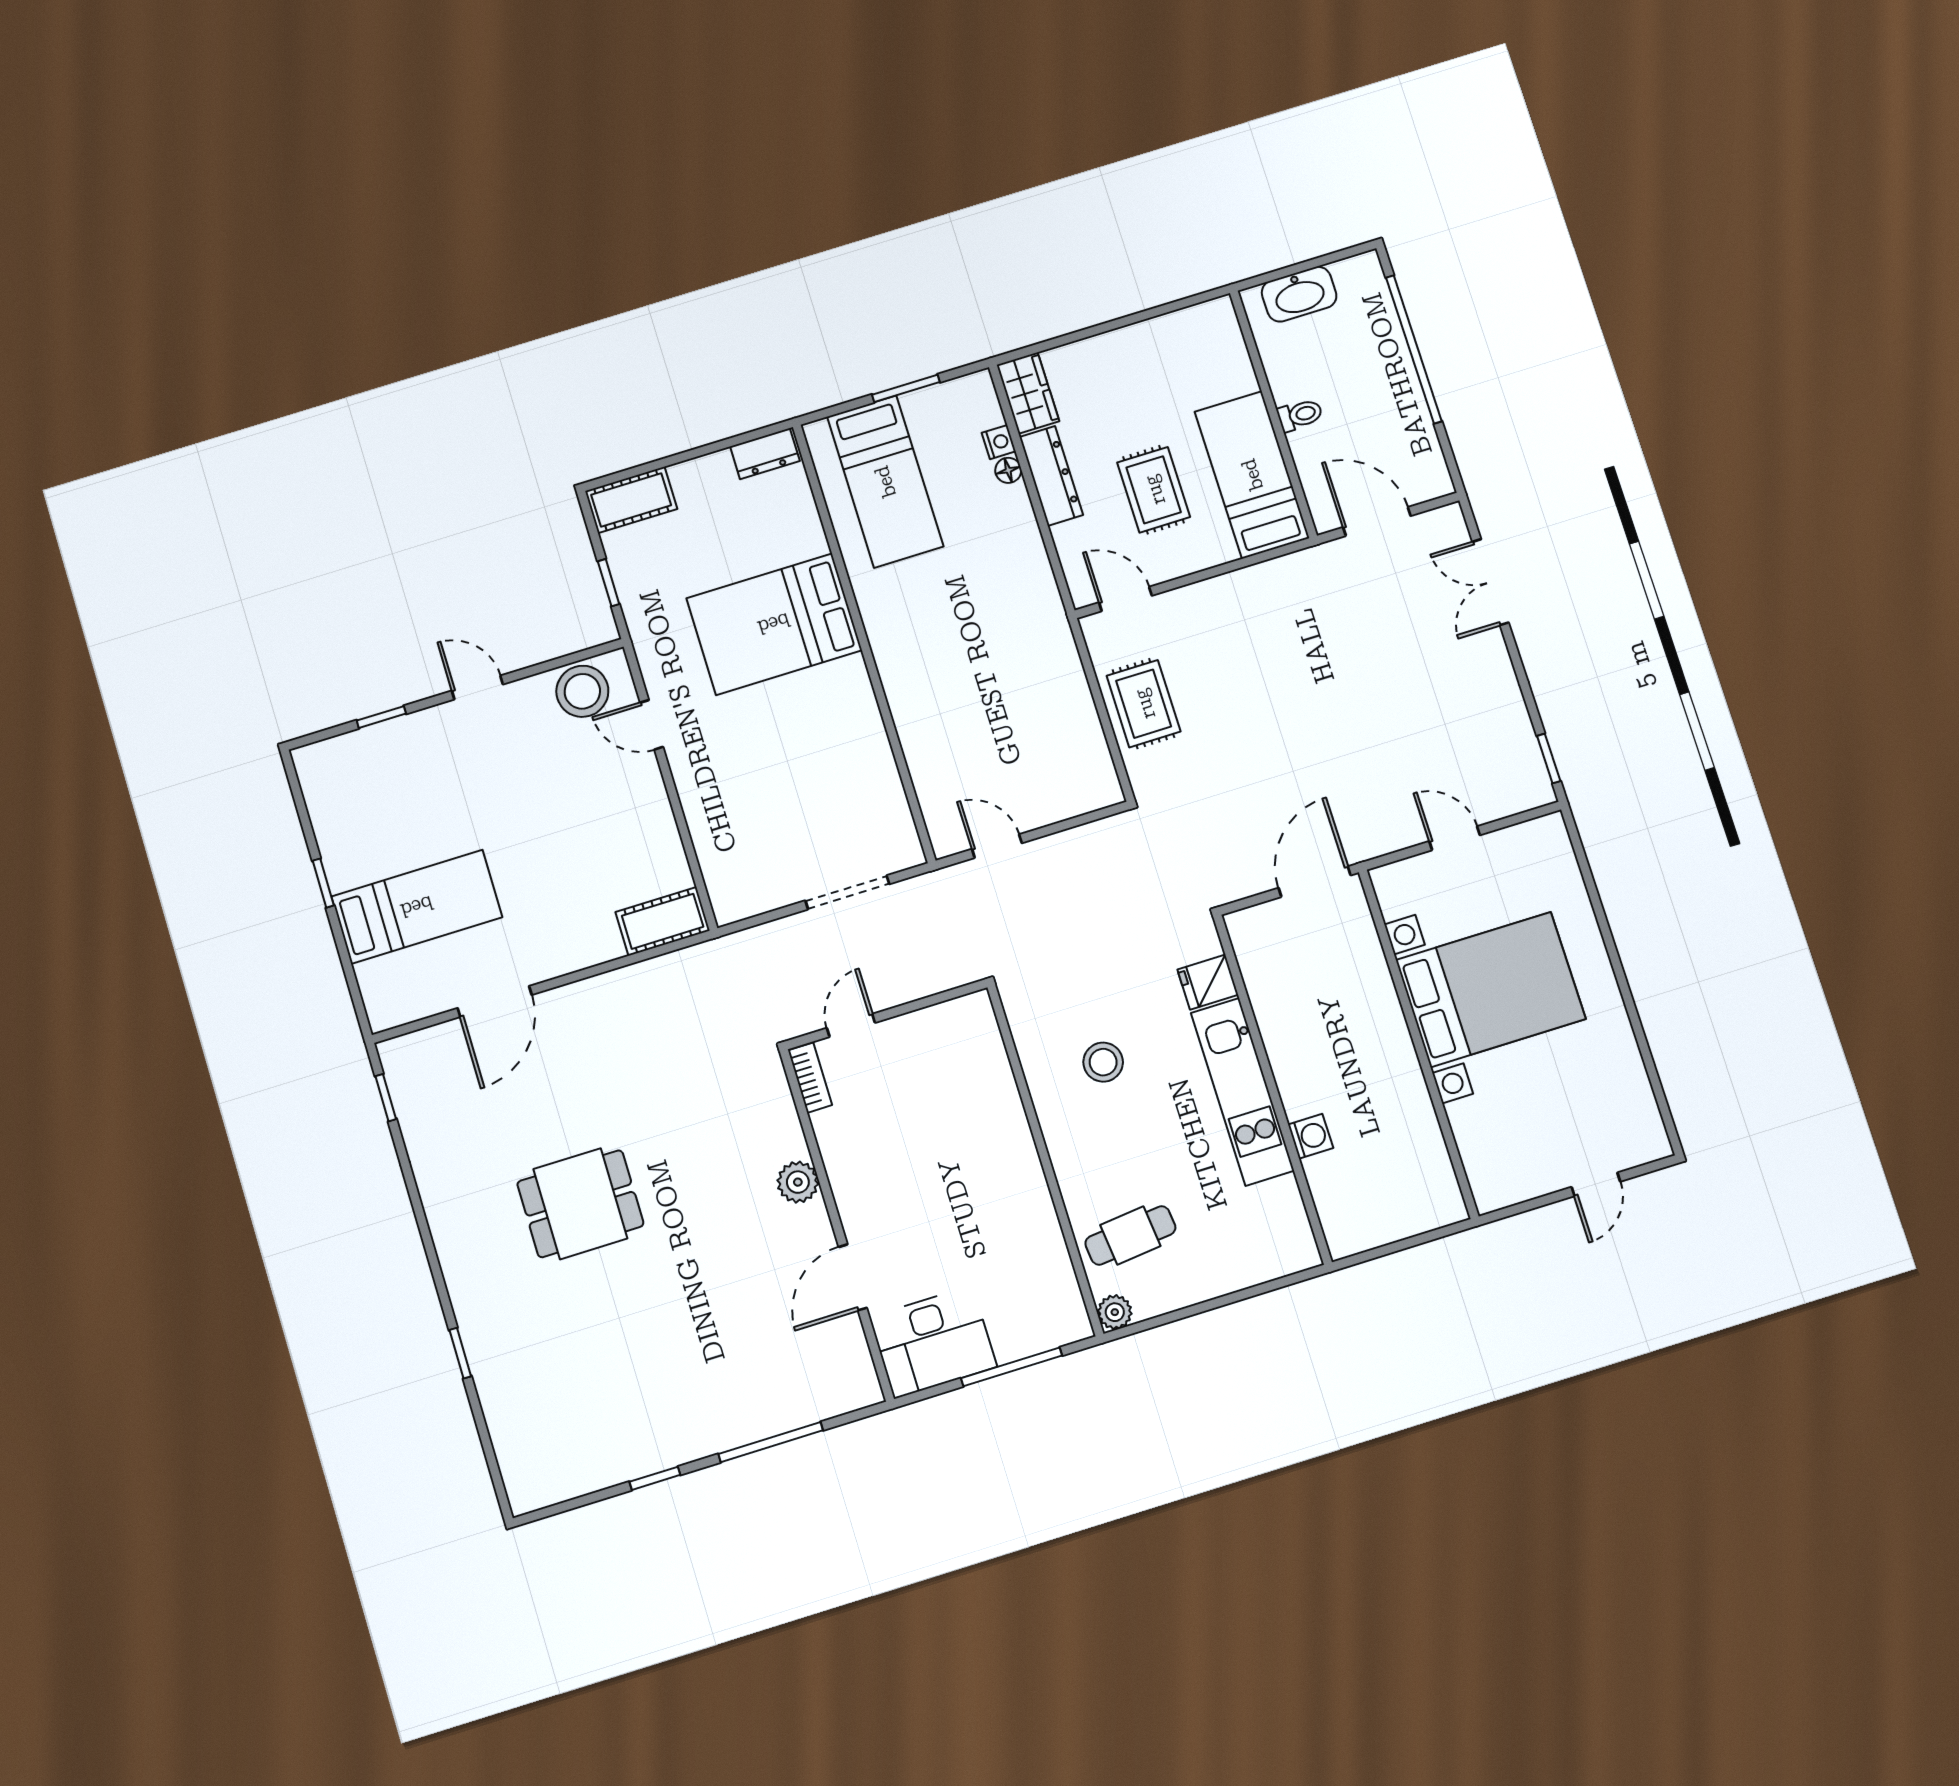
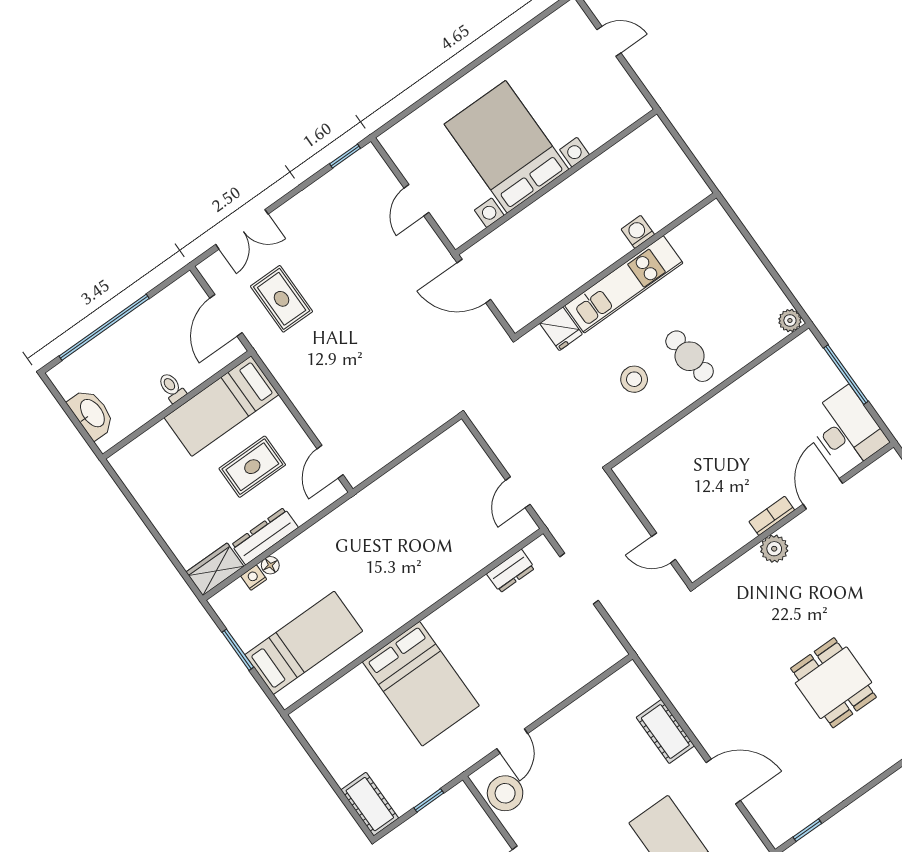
dresser: (765, 454) -> (511, 571), moved, turned 90
rug: (1144, 704) -> (282, 299), moved, turned 90
cot: (663, 921) -> (665, 732), moved
bookcase: (810, 1078) -> (772, 516), moved
cafe table: (1130, 1235) -> (690, 356), moved
door: (853, 1277) -> (823, 494), swing flipped

